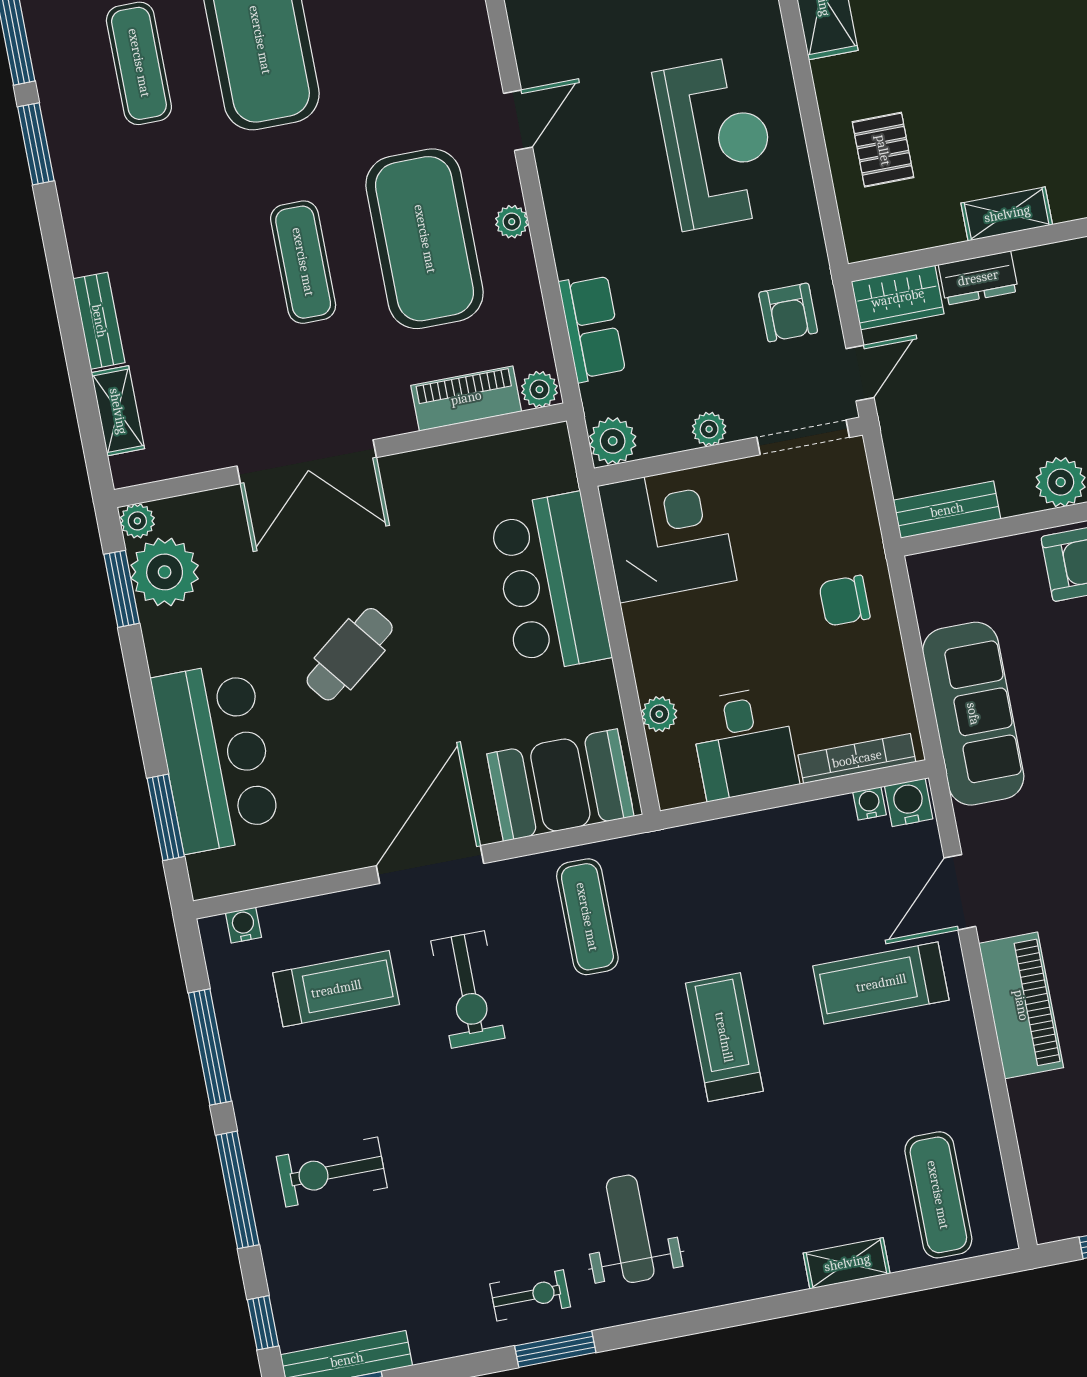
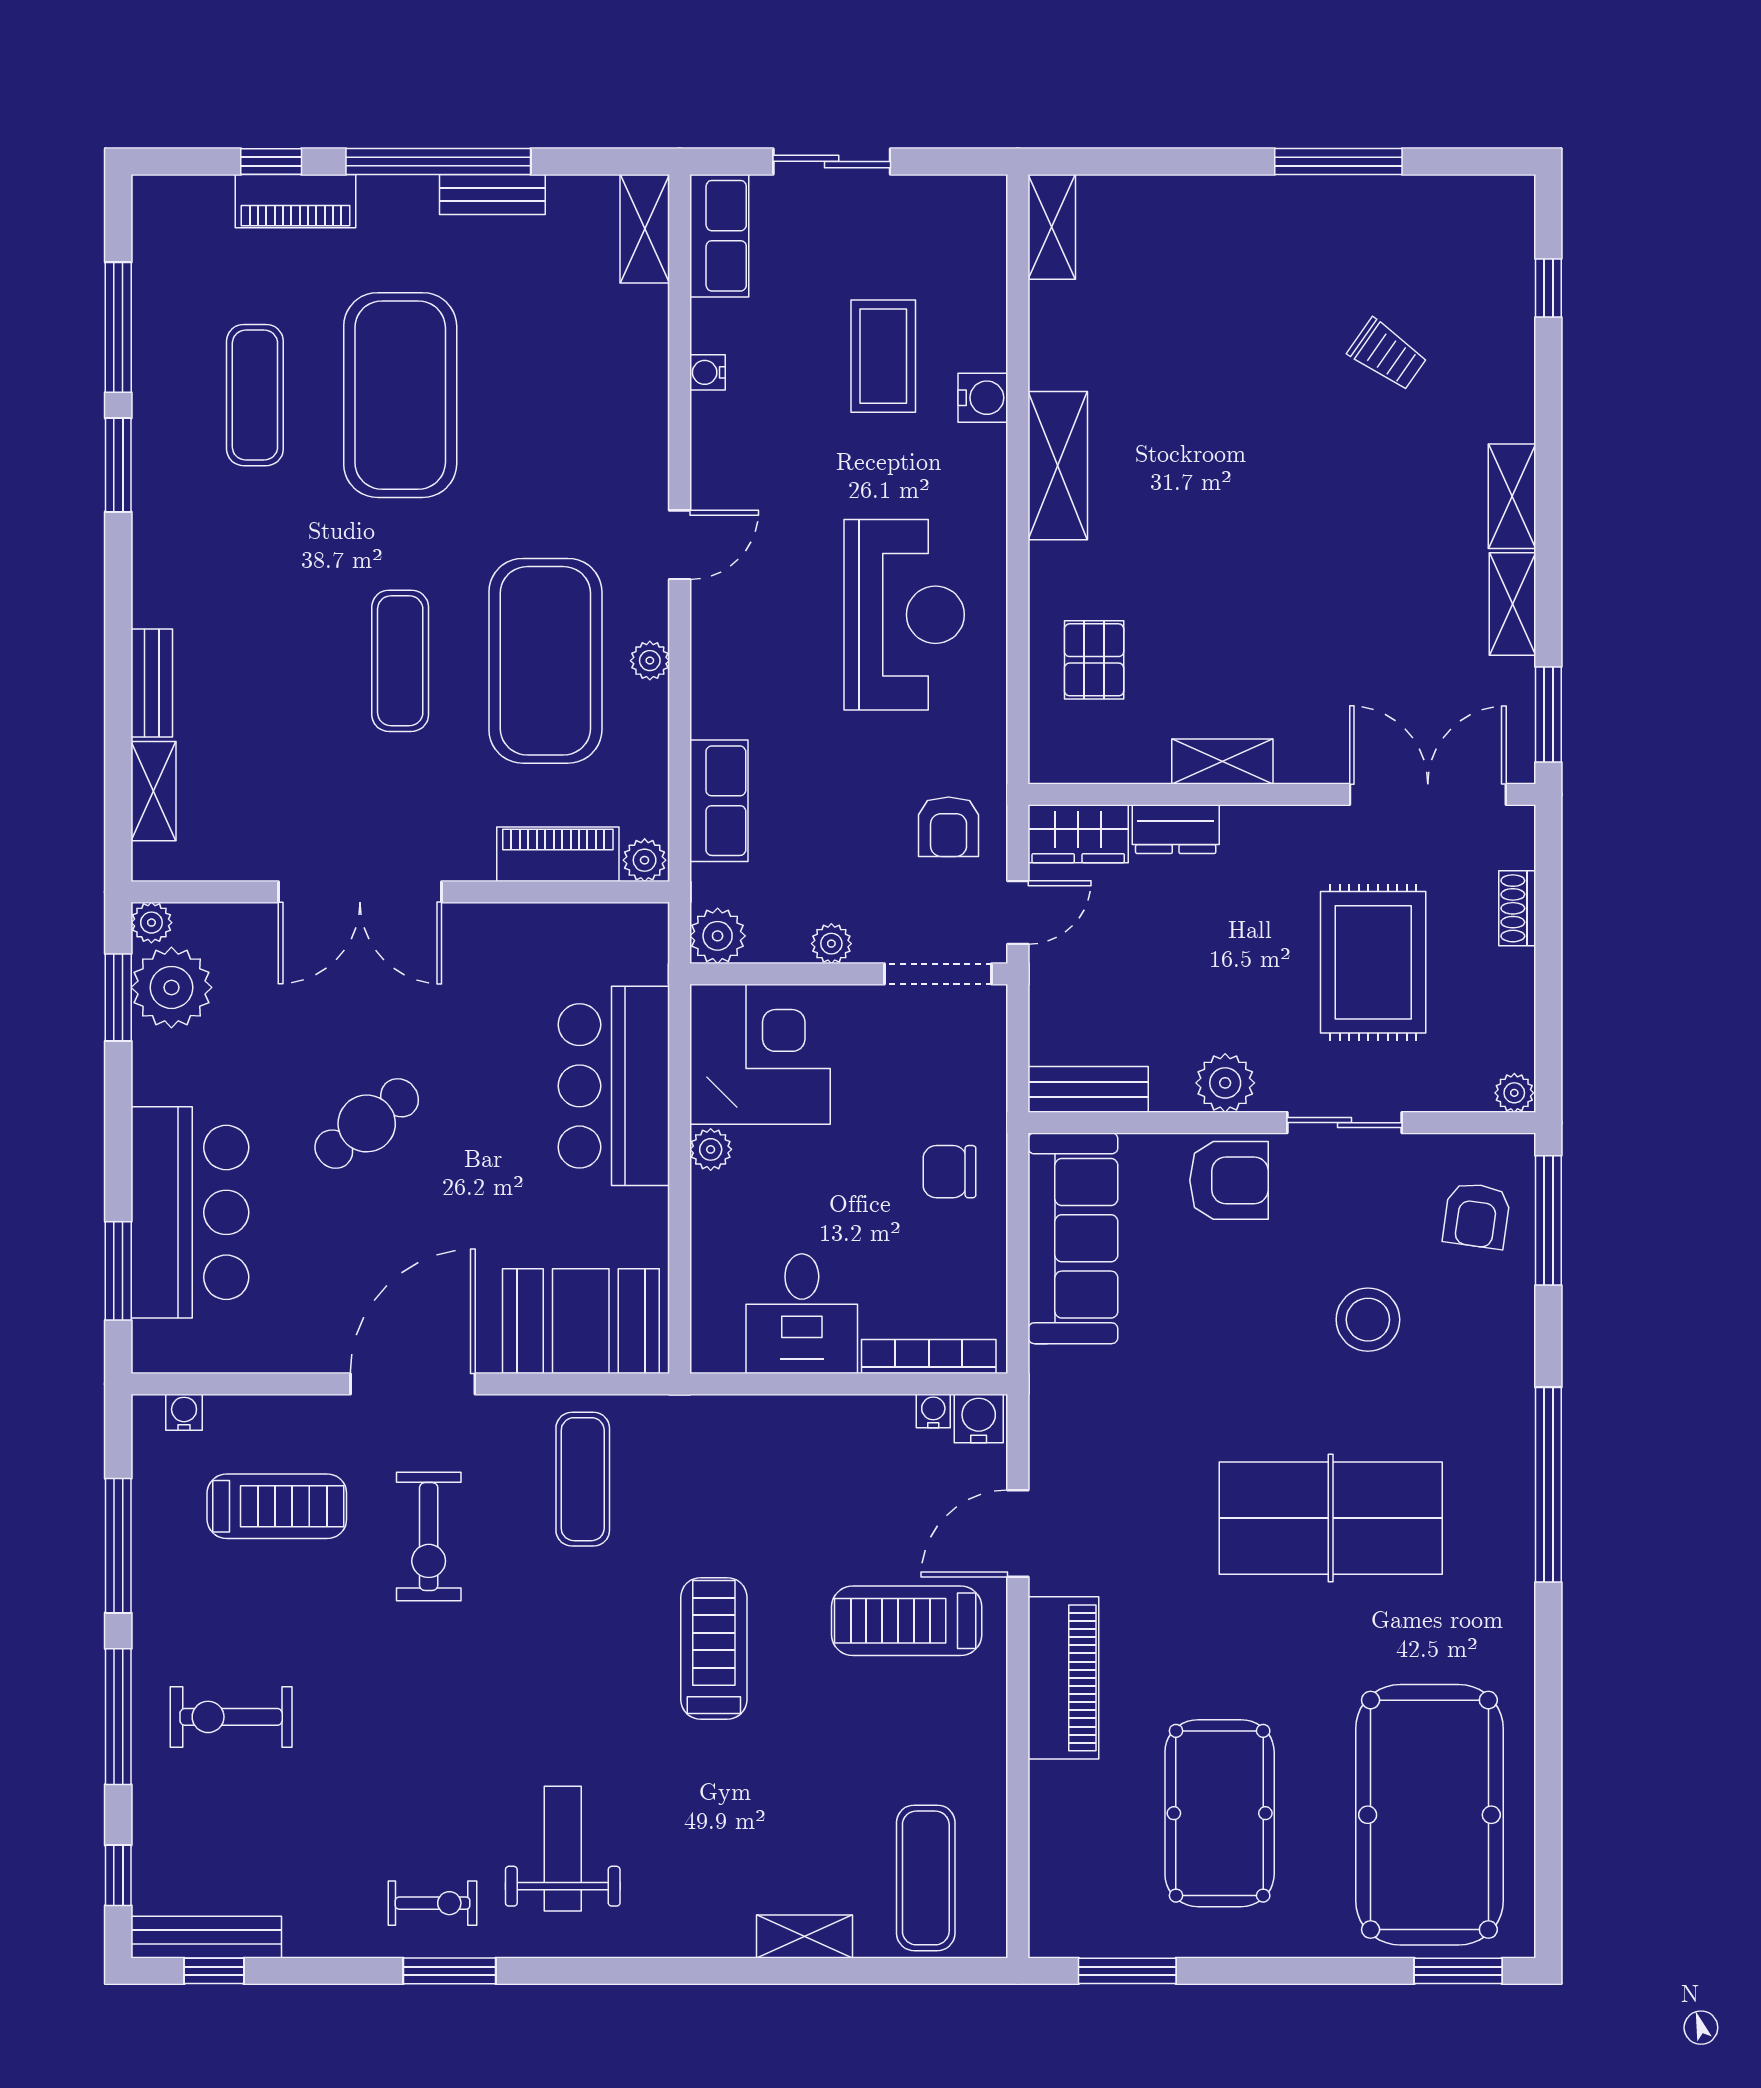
plant: (659, 714) -> (711, 1149), moved
sofa: (973, 714) -> (1073, 1238), moved

